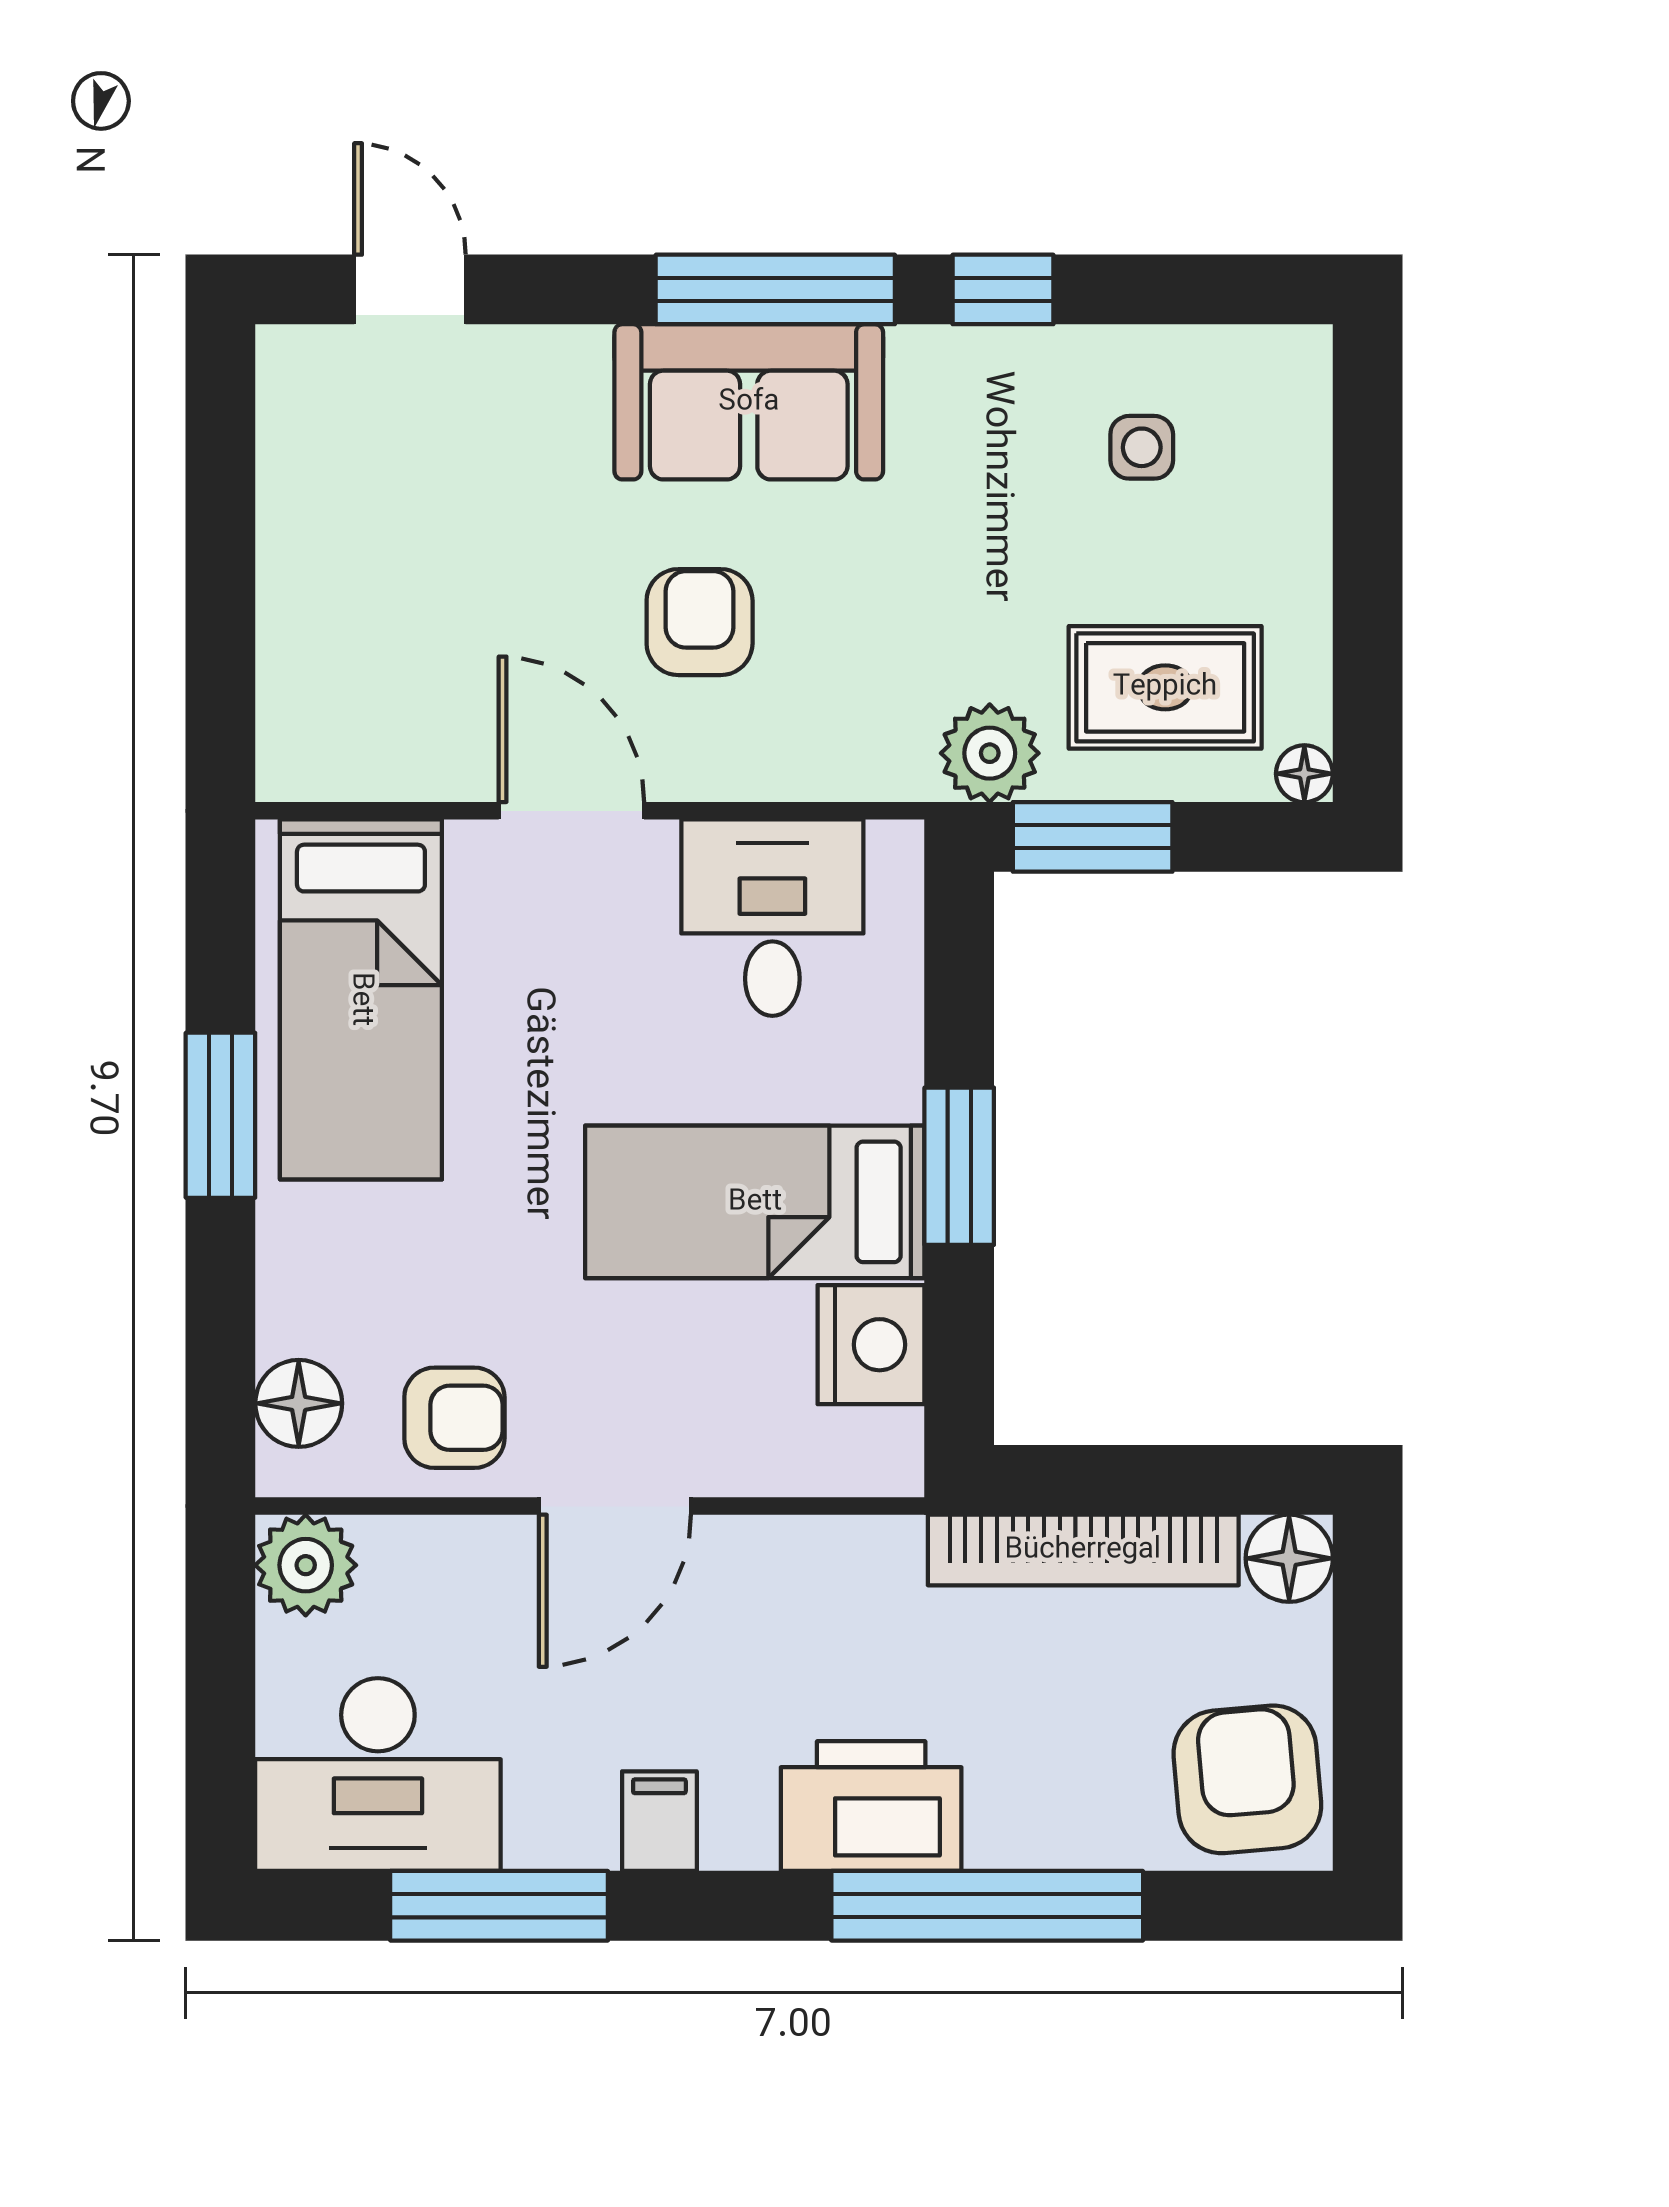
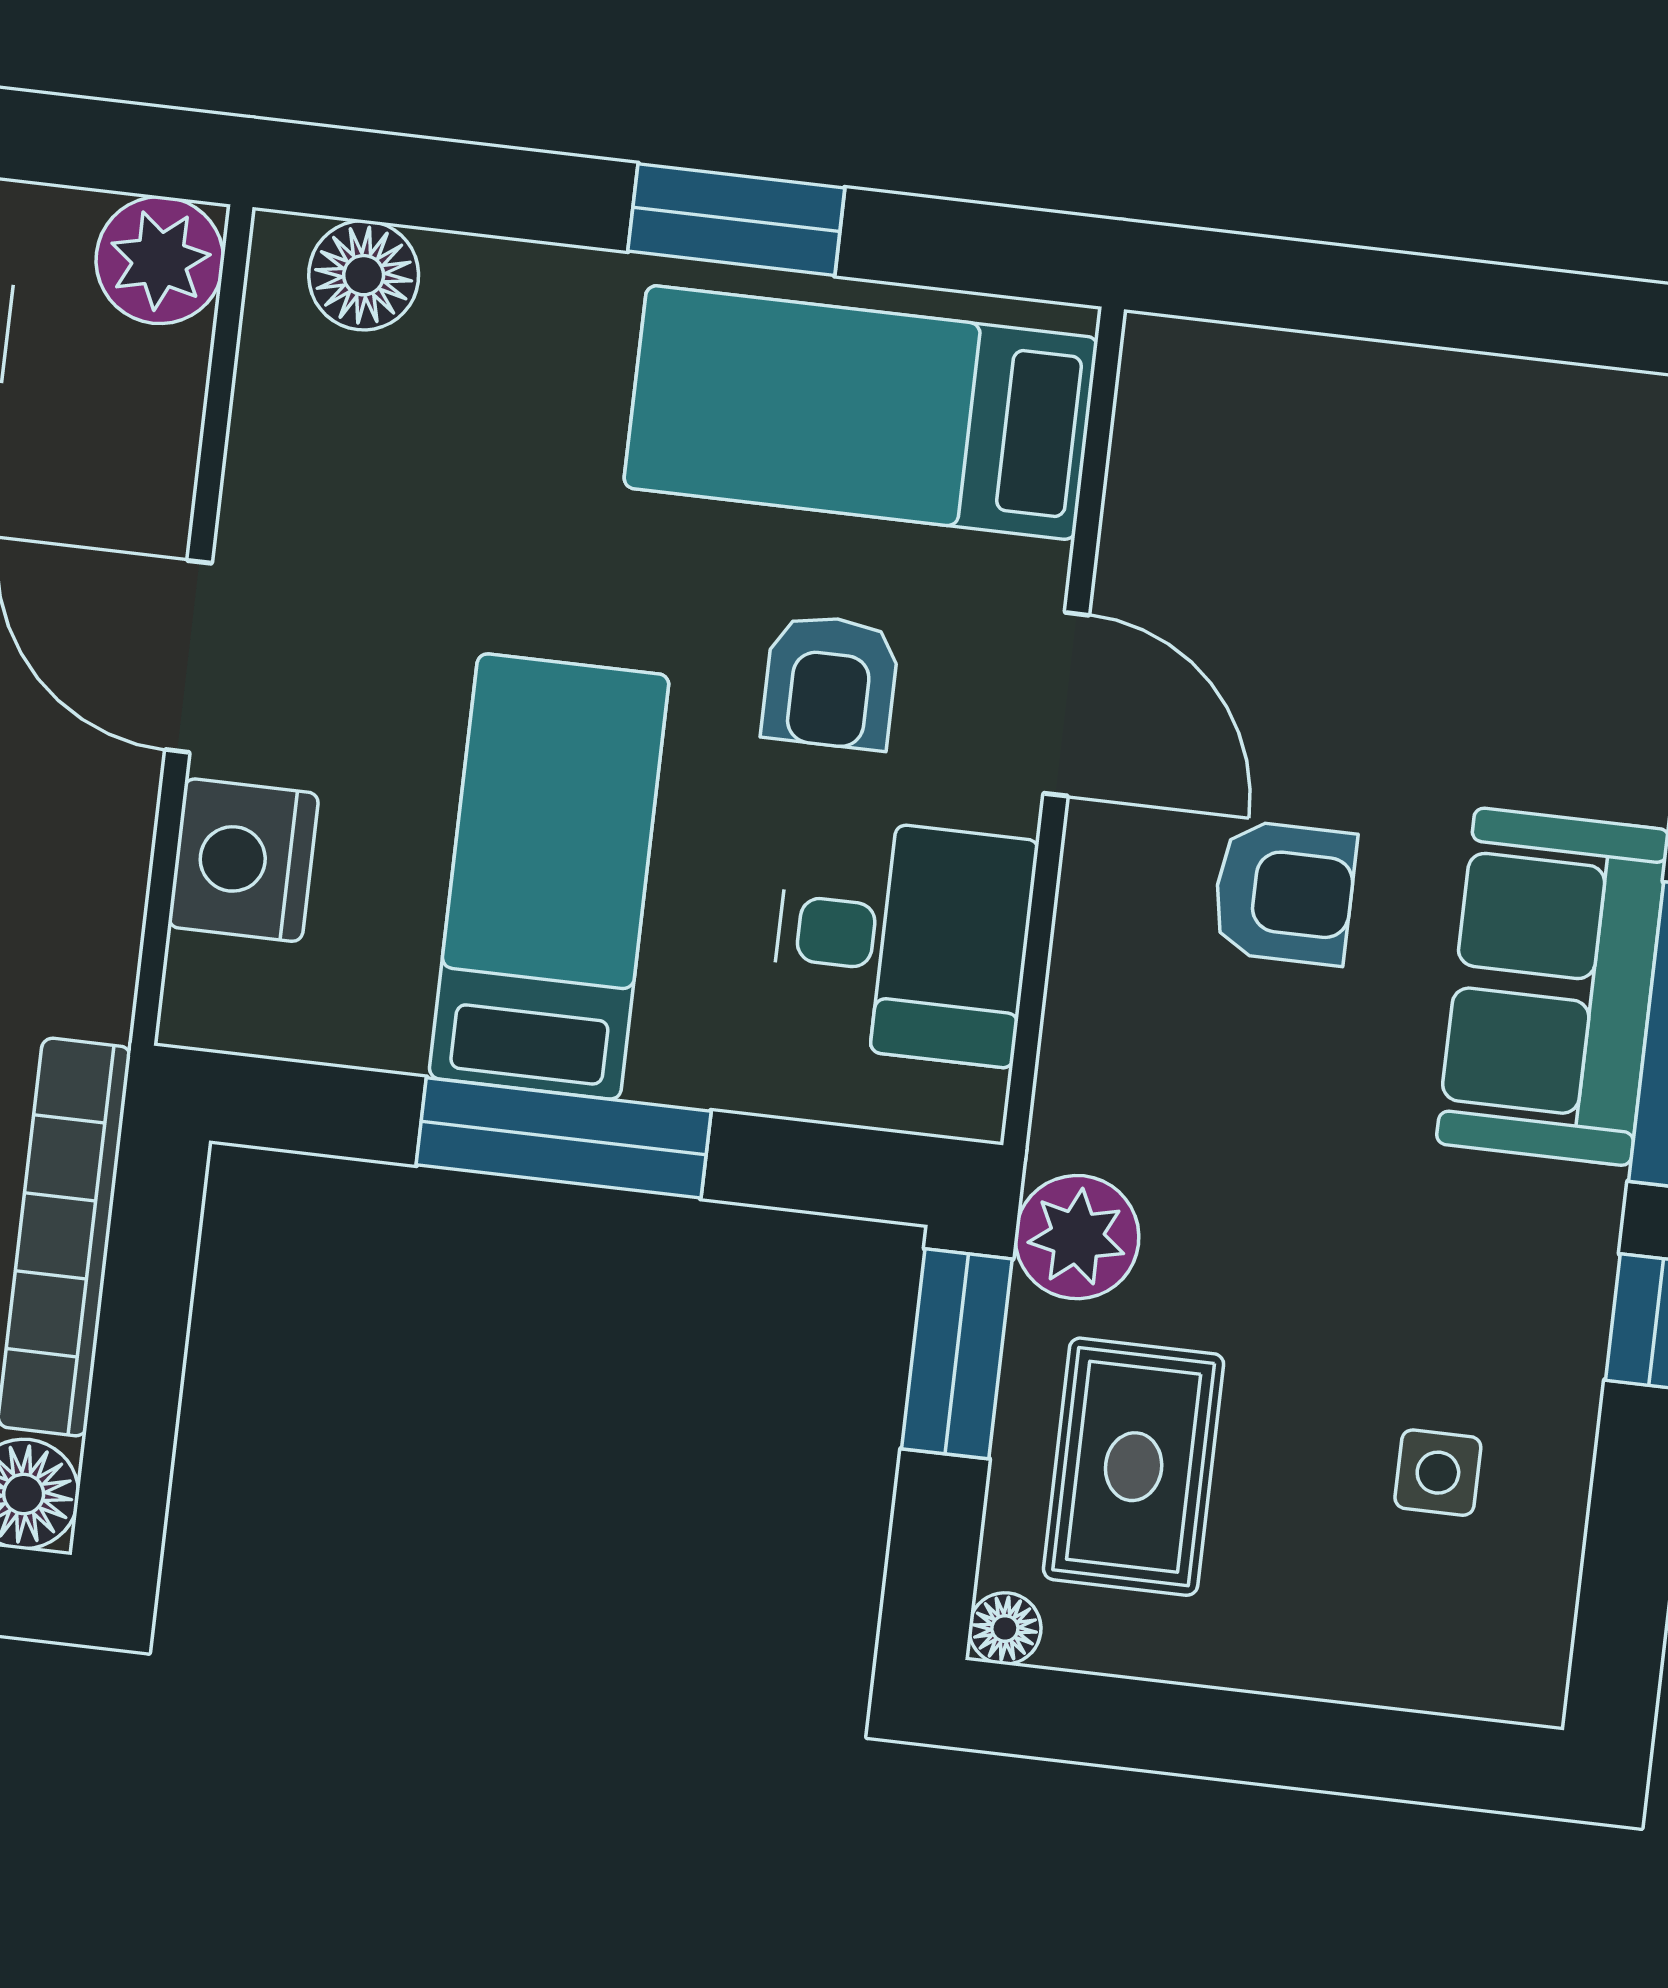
door: (571, 811) -> (1066, 704), hinge flipped
window: (959, 1166) -> (564, 1138), width x1.44
nightstand: (871, 1345) -> (243, 860), moved, turned 90
armchair: (454, 1418) -> (830, 682), moved

